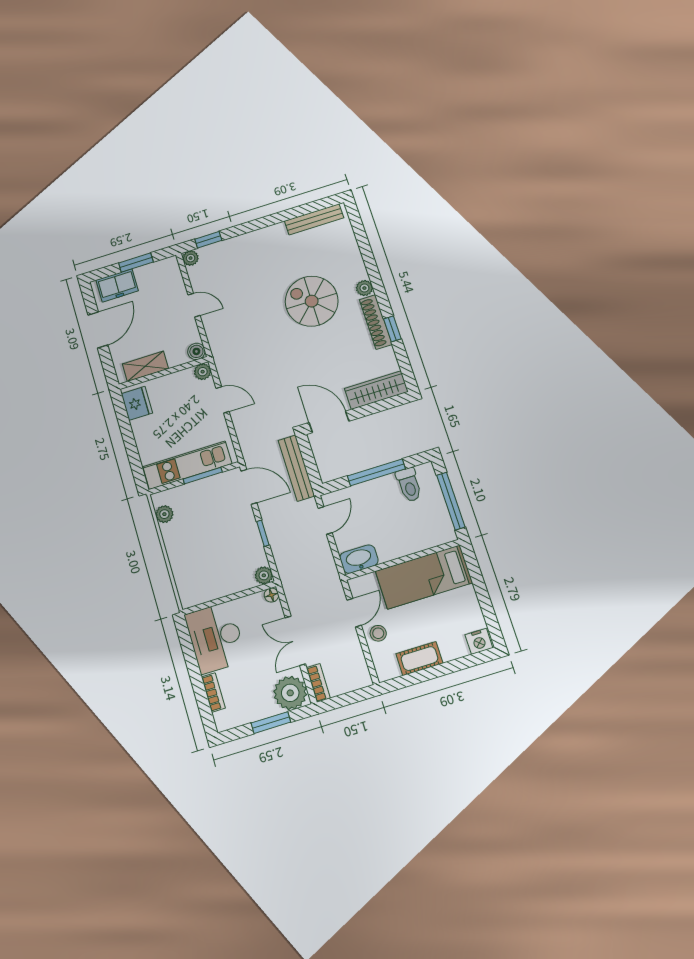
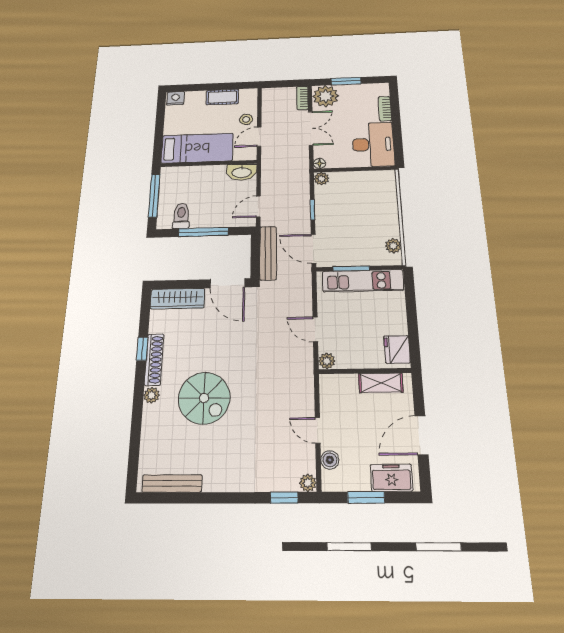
boiler: (196, 351) -> (330, 460), moved

